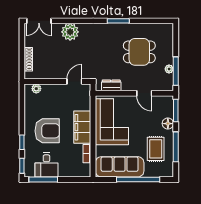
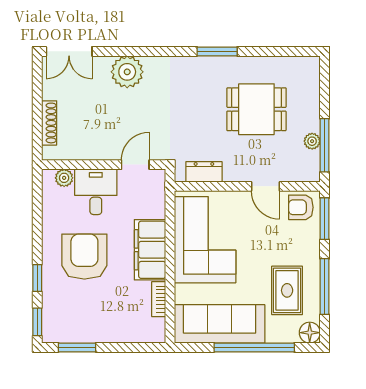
armchair: (163, 104) -> (301, 207), added
floor lamp: (168, 124) -> (310, 333), moved
armchair: (47, 131) -> (84, 257), turned -90
desk: (46, 165) -> (96, 192), moved, turned 180
window: (43, 179) -> (77, 347), width x0.69

